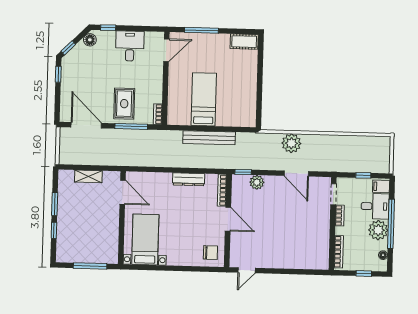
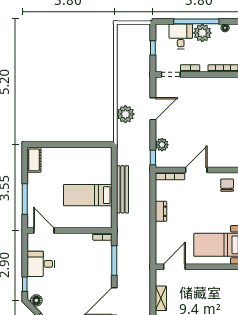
rug: (124, 104) -> (94, 267), removed
dresser: (189, 179) -> (161, 211), width x0.70
filing cabinet: (381, 186) -> (163, 31), removed

